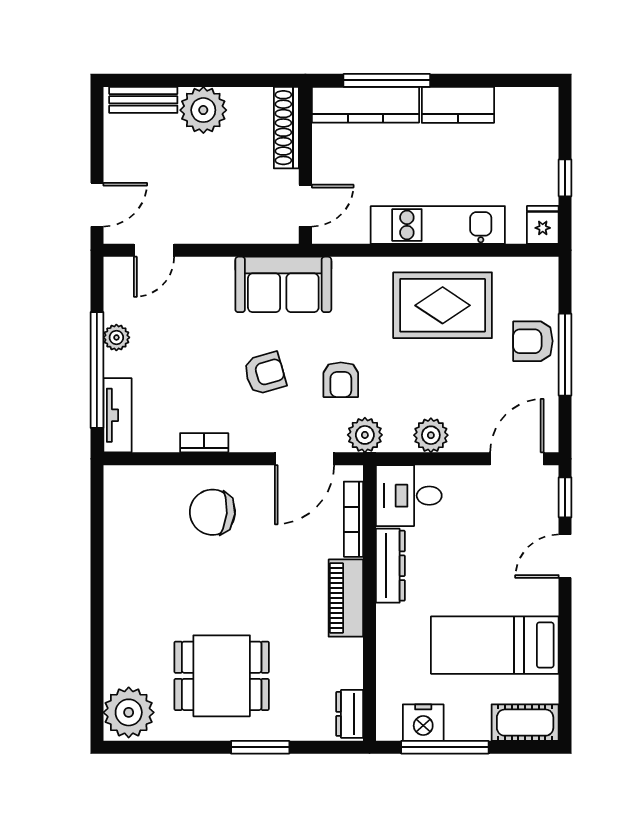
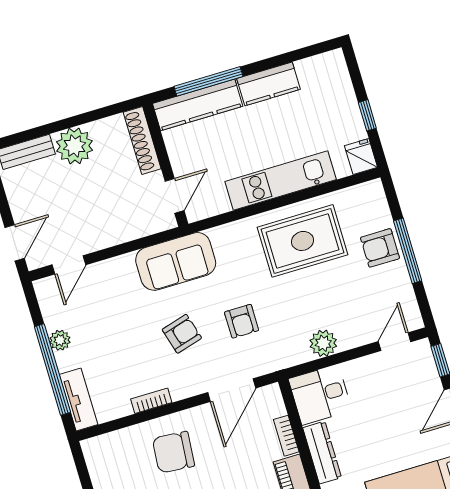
plant: (365, 435) -> (273, 358), removed
door: (517, 459) -> (395, 342), width x0.73
bookcase: (353, 519) -> (286, 436), width x0.64

